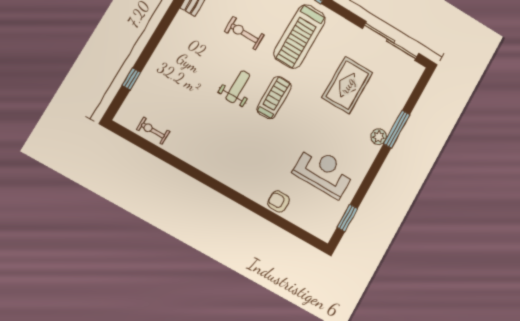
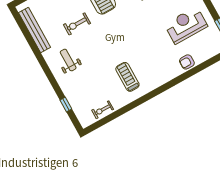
weight bench: (238, 87) -> (68, 60), moved
treadmill: (274, 98) -> (127, 77), moved

